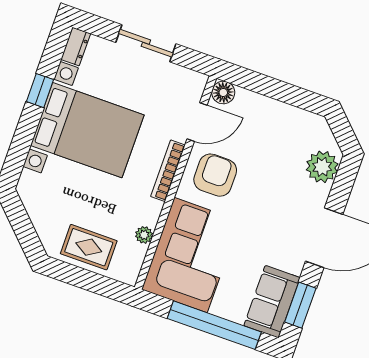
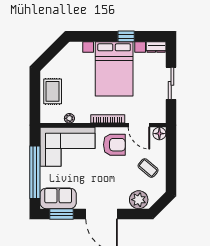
coffee table: (274, 132) -> (148, 168), added

